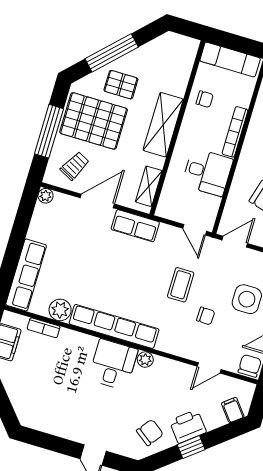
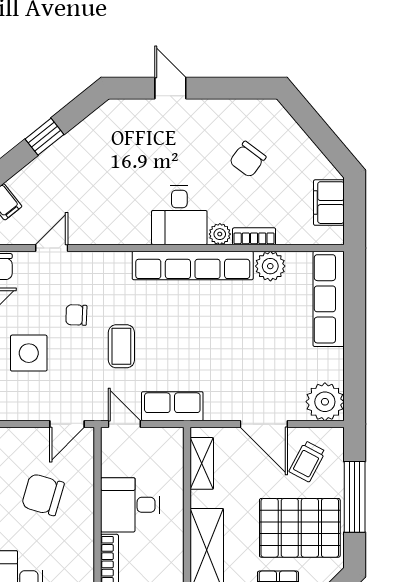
plant: (46, 196) -> (325, 402), width x1.87, depth x1.87
door: (97, 201) -> (264, 424), hinge flipped
row of seats: (135, 226) -> (172, 406), moved
bookcase: (44, 328) -> (254, 236), moved
plant: (145, 360) -> (220, 234), moved
printer: (188, 426) -> (57, 163), removed
chair: (150, 432) -> (248, 159), moved

